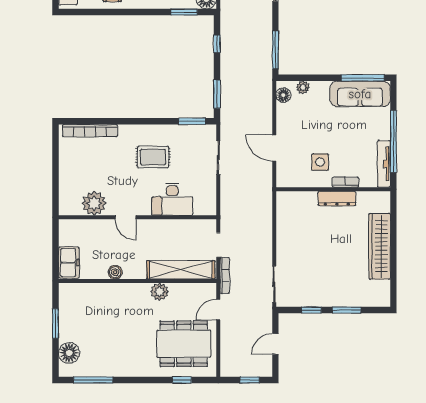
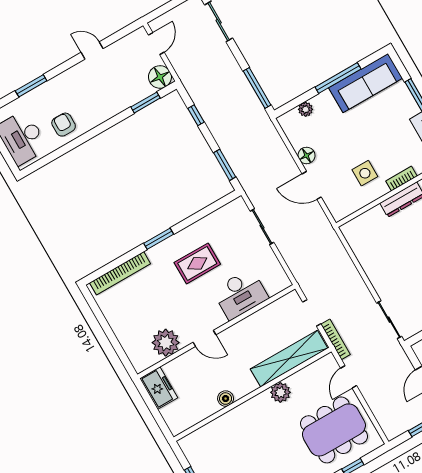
window: (363, 78) -> (338, 78), moved
floor lamp: (283, 95) -> (306, 155), moved
window: (192, 121) -> (159, 239), moved
freezer: (69, 263) -> (159, 388), moved

